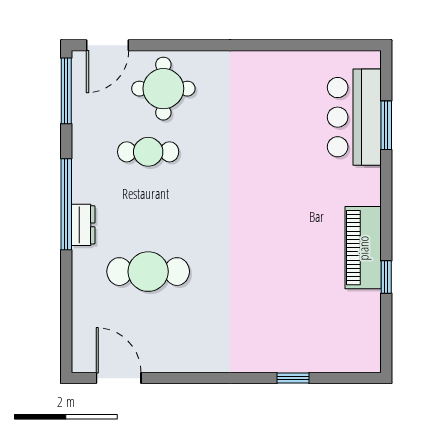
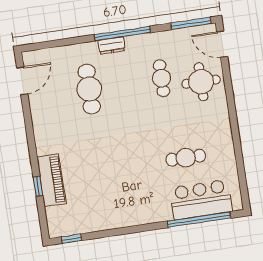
window: (386, 125) -> (199, 220), width x2.11
cafe table: (283, 132) -> (186, 158), added
piano: (363, 248) -> (51, 180), moved, turned 90
window: (386, 277) -> (72, 239), moved

